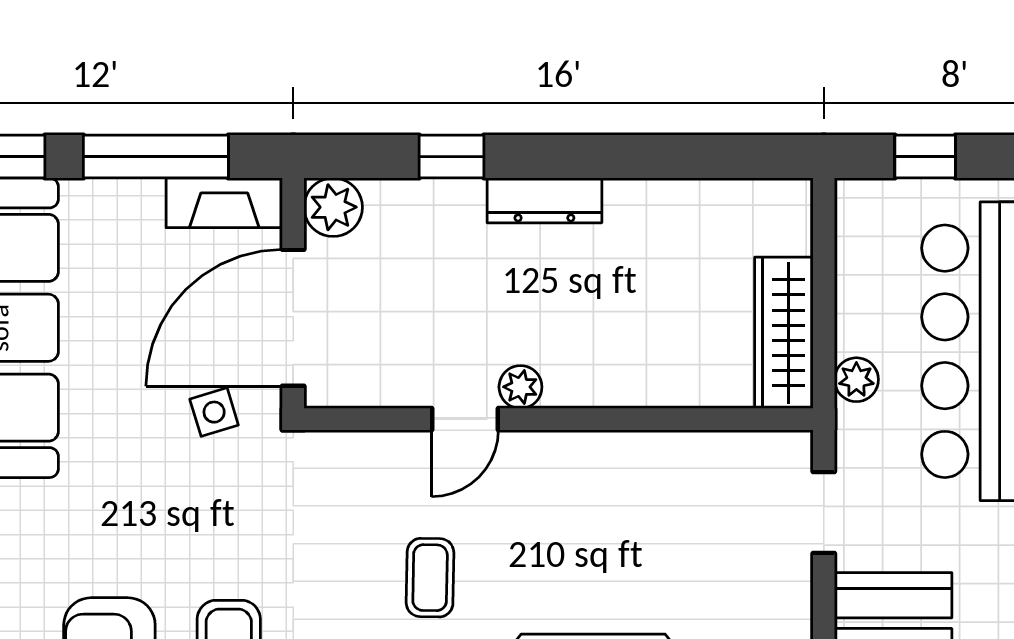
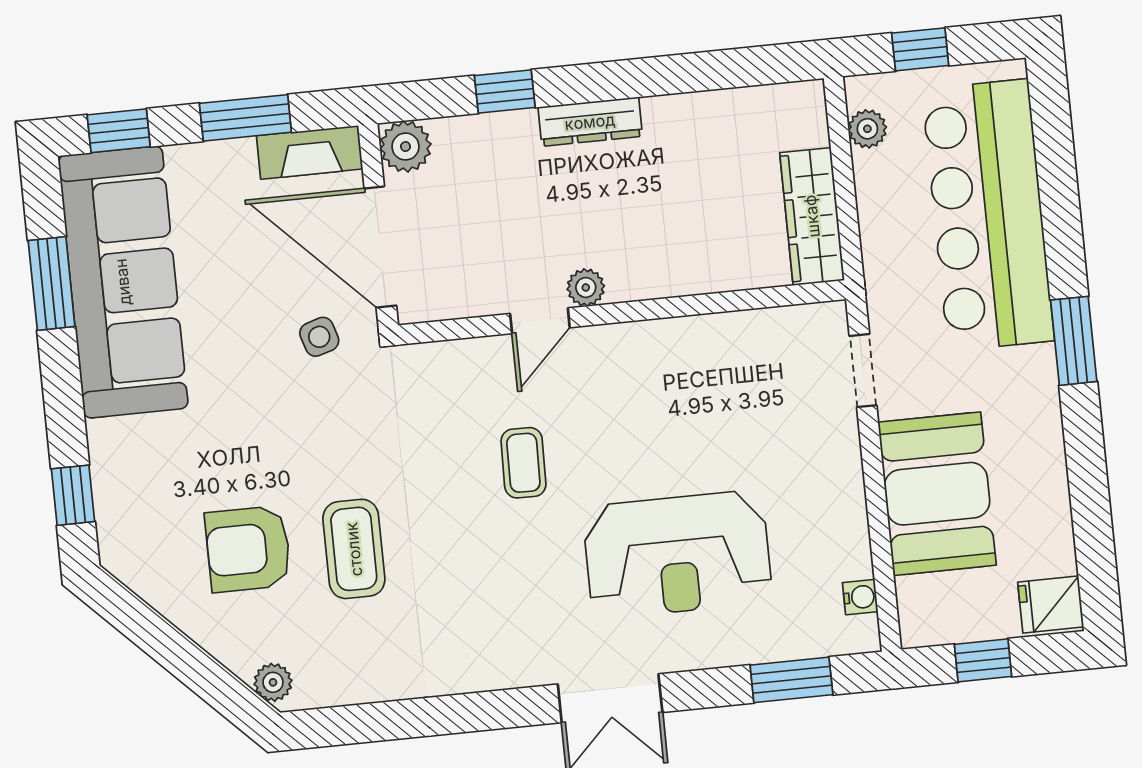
window: (156, 157) -> (245, 118), width x0.69
door: (293, 318) -> (380, 247), hinge flipped
plant: (856, 380) -> (867, 129), moved

